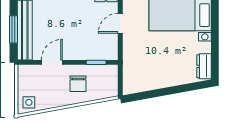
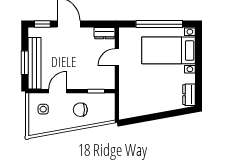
chair: (78, 84) -> (80, 110), turned 90
side table: (29, 102) -> (43, 109), moved

